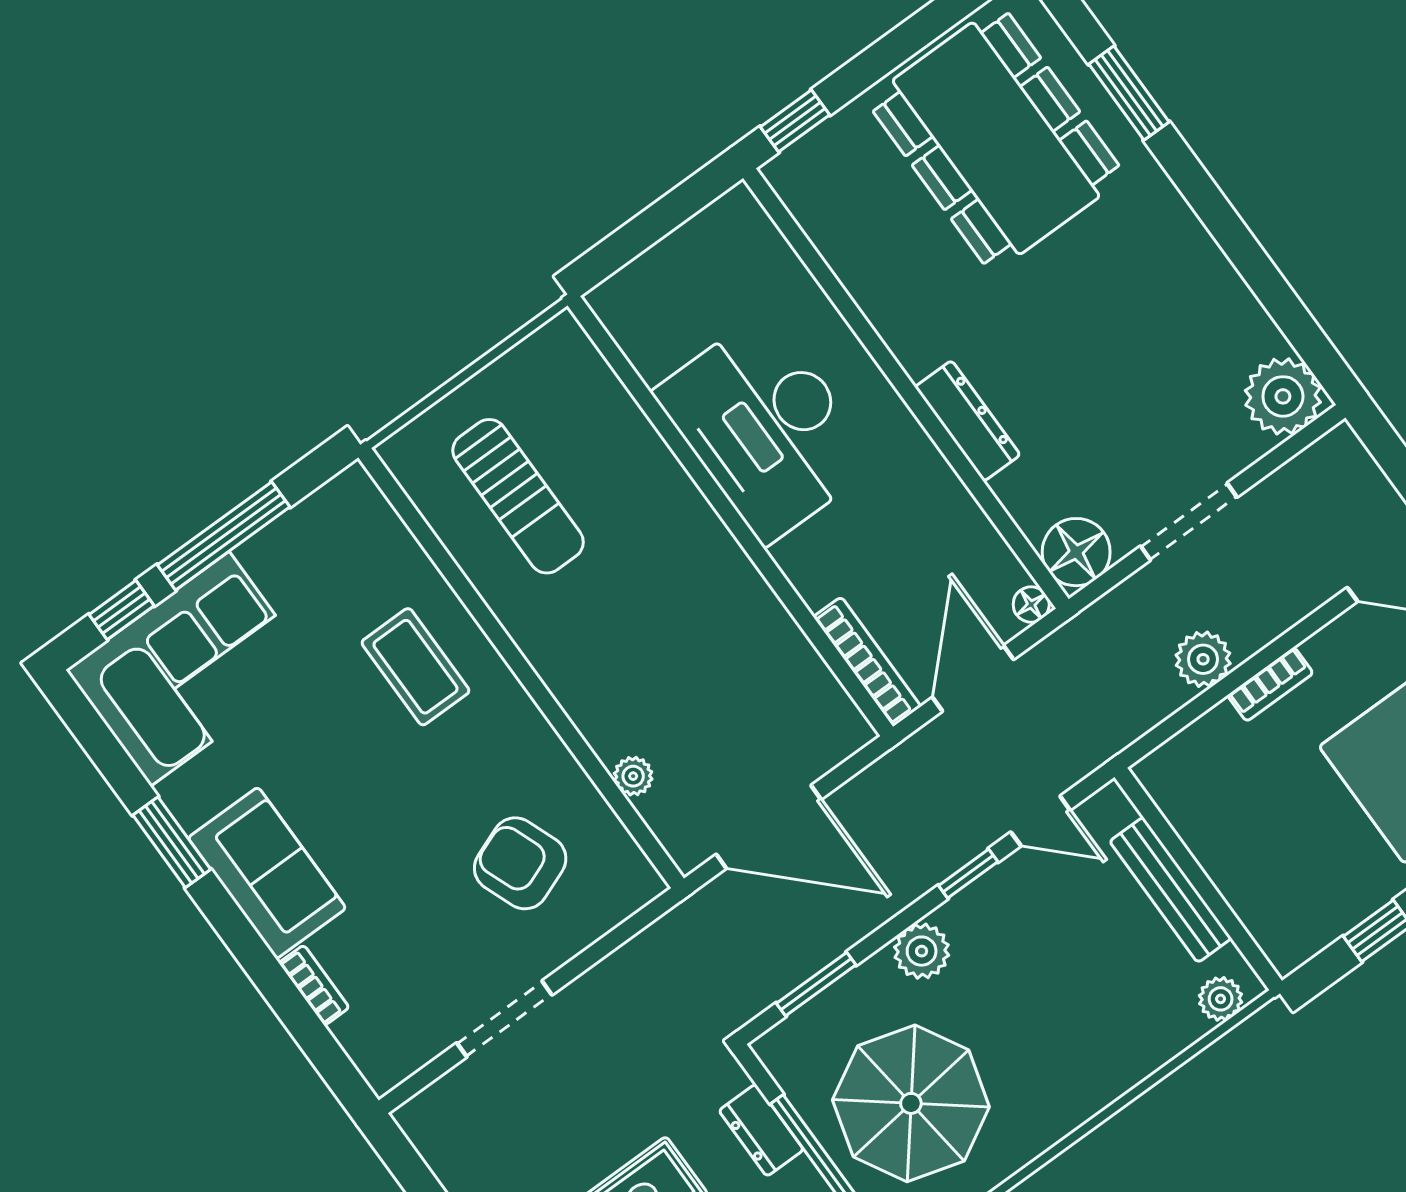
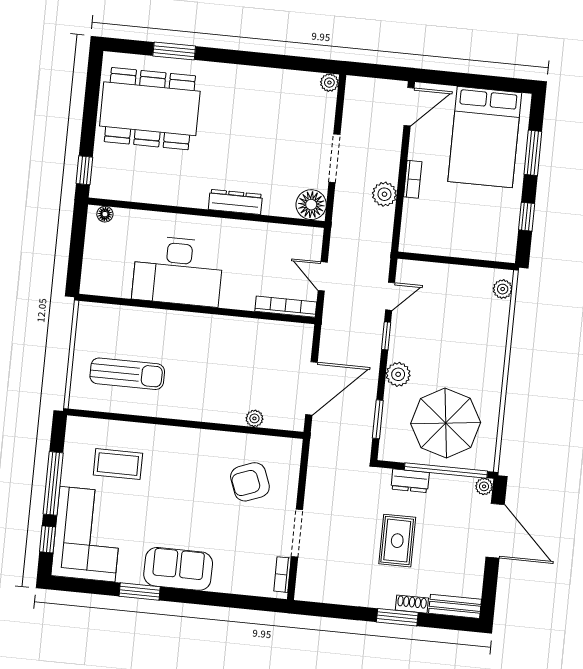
plant: (1283, 396) -> (329, 83), width x0.53, depth x0.53
floor lamp: (1031, 604) -> (105, 214), moved
coffee table: (415, 667) -> (118, 464), moved
door: (973, 678) -> (323, 276), width x0.73
bench: (1171, 890) -> (452, 273), removed
bookcase: (314, 985) -> (282, 575), moved, turned -90

